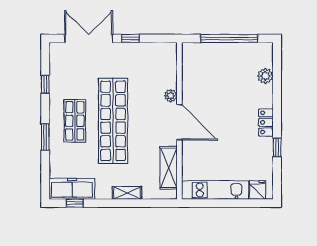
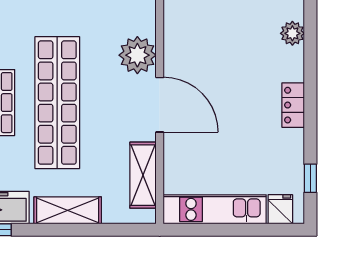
plant: (171, 96) -> (137, 55), width x1.87, depth x1.87
window: (277, 147) -> (310, 178), moved
shelving: (127, 193) -> (68, 210), width x1.50, depth x1.33

